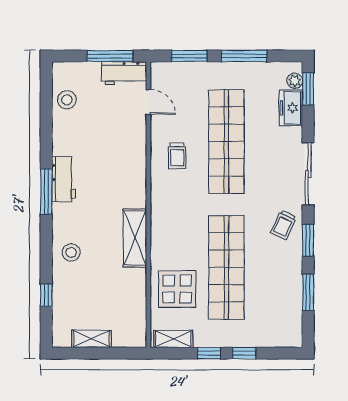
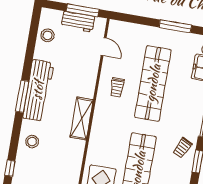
window: (189, 56) -> (137, 20), removed
workbench: (124, 73) -> (78, 22), moved
workbench: (63, 179) -> (38, 90), width x1.88, depth x1.32
shelving: (135, 238) -> (82, 118), moved

